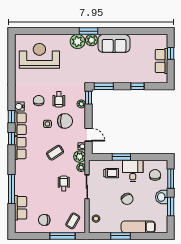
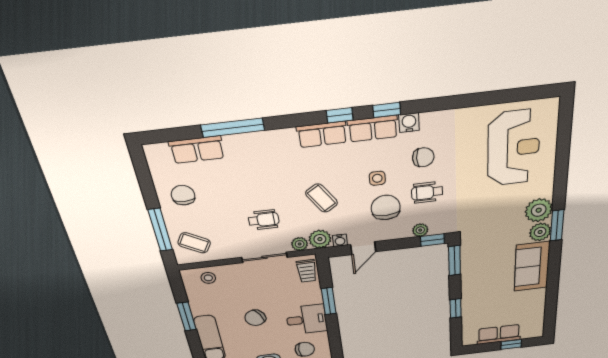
chair: (65, 121) -> (386, 208), turned 180
trolley: (111, 173) -> (307, 271), moved

